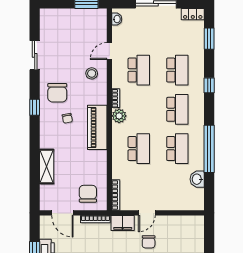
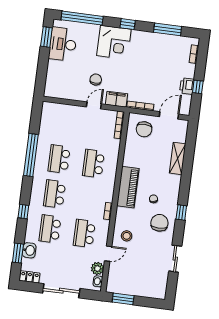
plant: (119, 116) -> (97, 268), moved
washbasin: (197, 179) -> (29, 250), moved
door: (62, 213) -> (169, 115), hinge flipped

